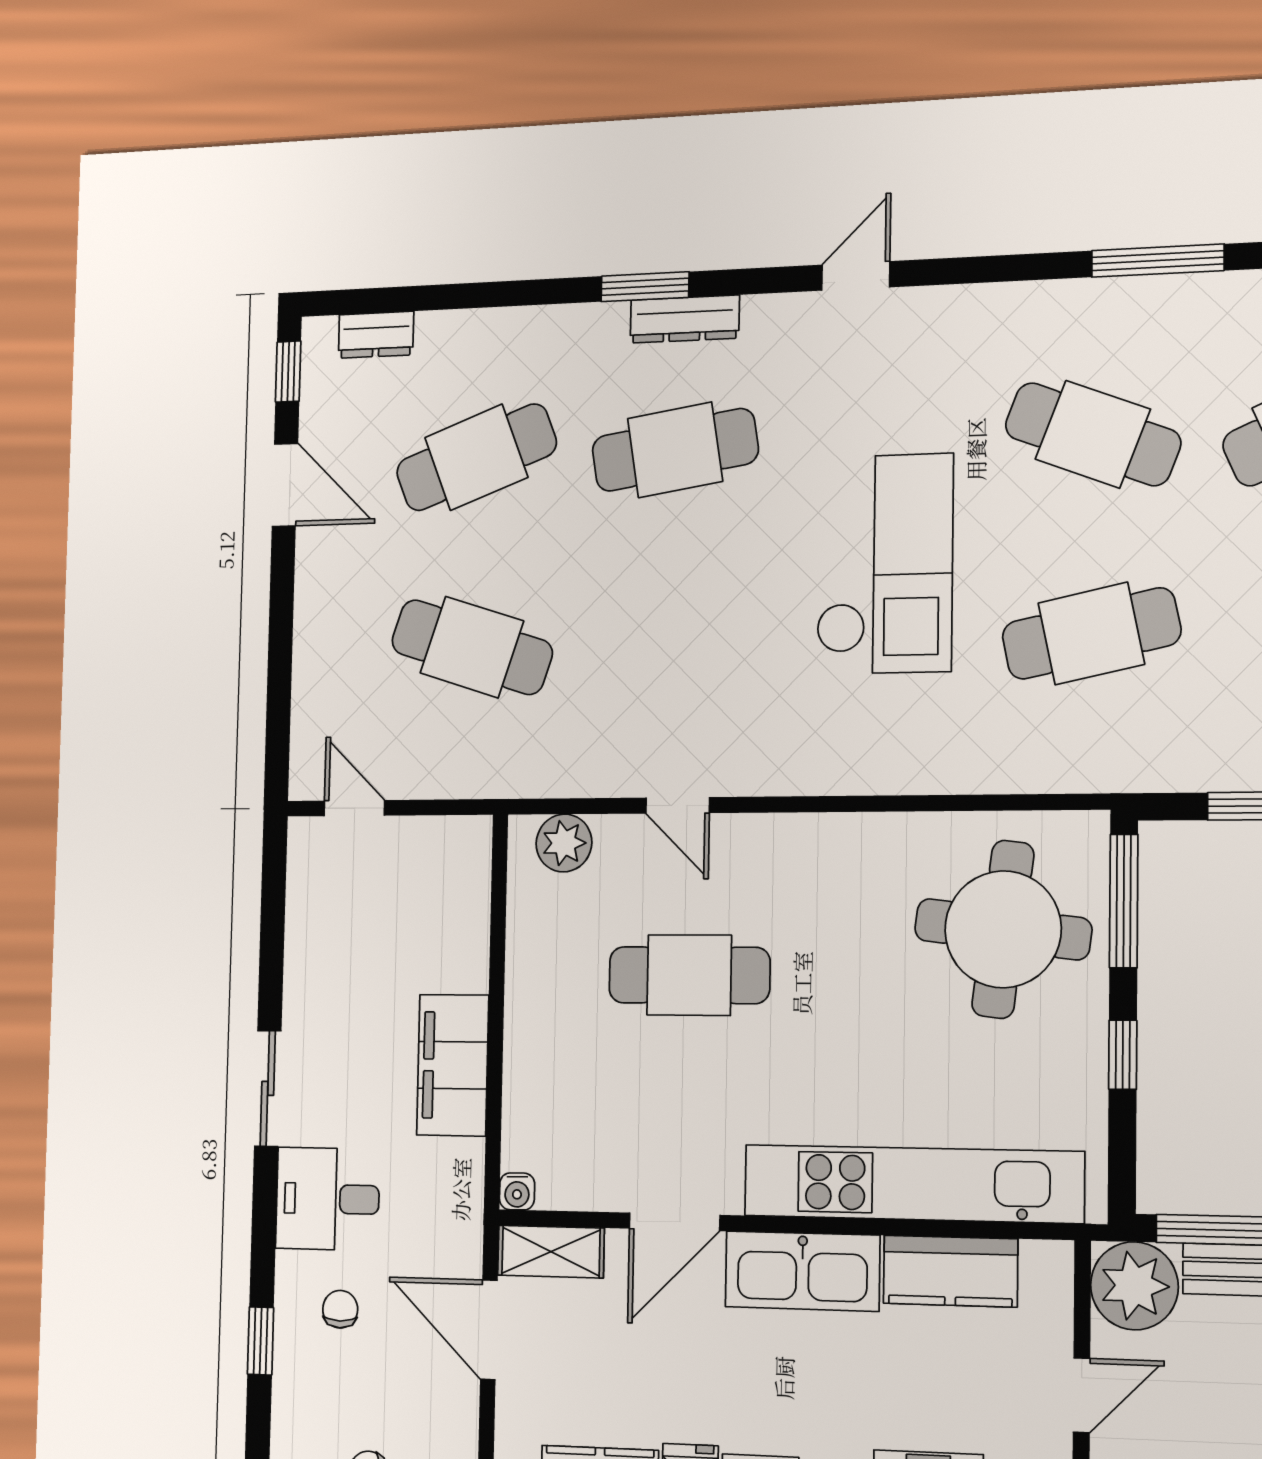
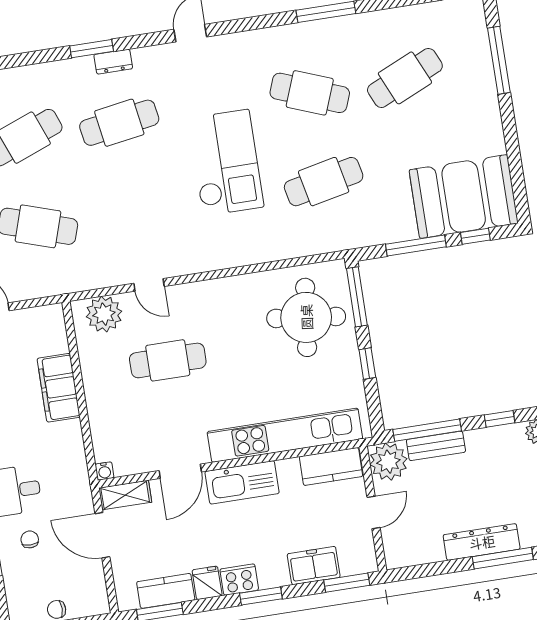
dresser: (685, 319) -> (113, 62), width x0.70
plant: (564, 843) -> (104, 314), width x1.36, depth x1.36
filing cabinet: (453, 1065) -> (59, 388), moved
kitchen counter: (950, 1271) -> (331, 466), moved

